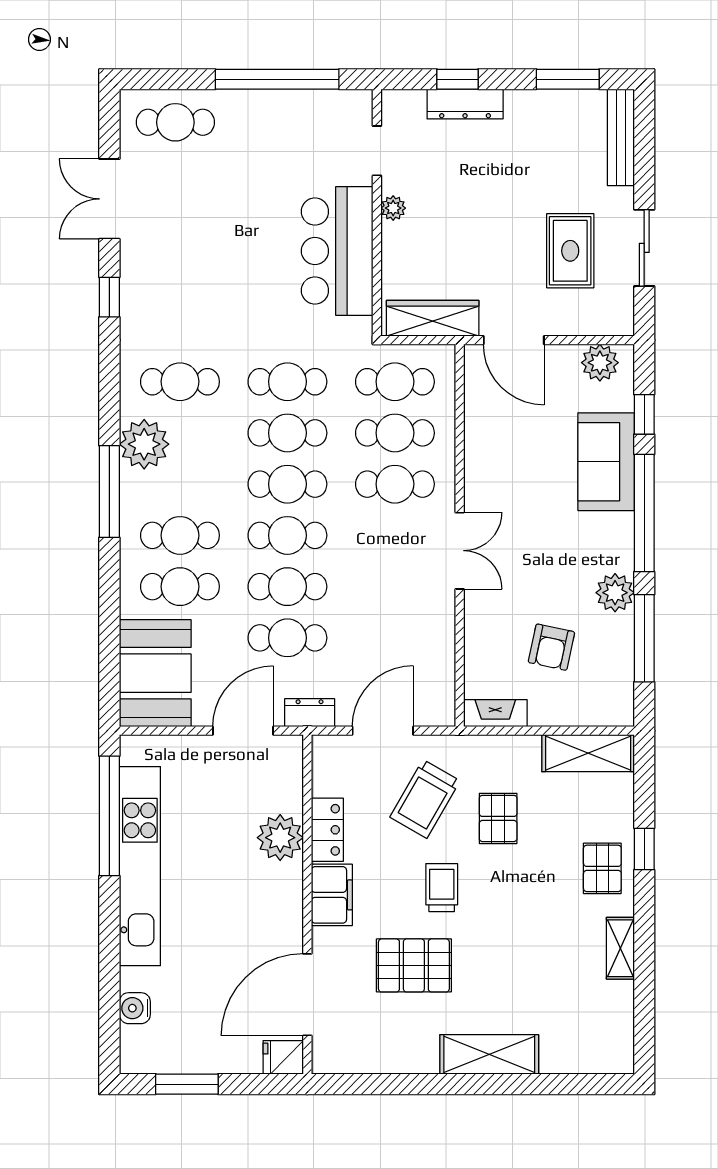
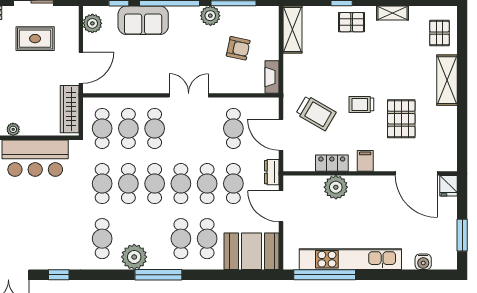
cafe table: (395, 638) -> (233, 128), added
pallet: (498, 818) -> (439, 33), moved, turned 90
filing cabinet: (332, 895) -> (365, 161), width x0.50

